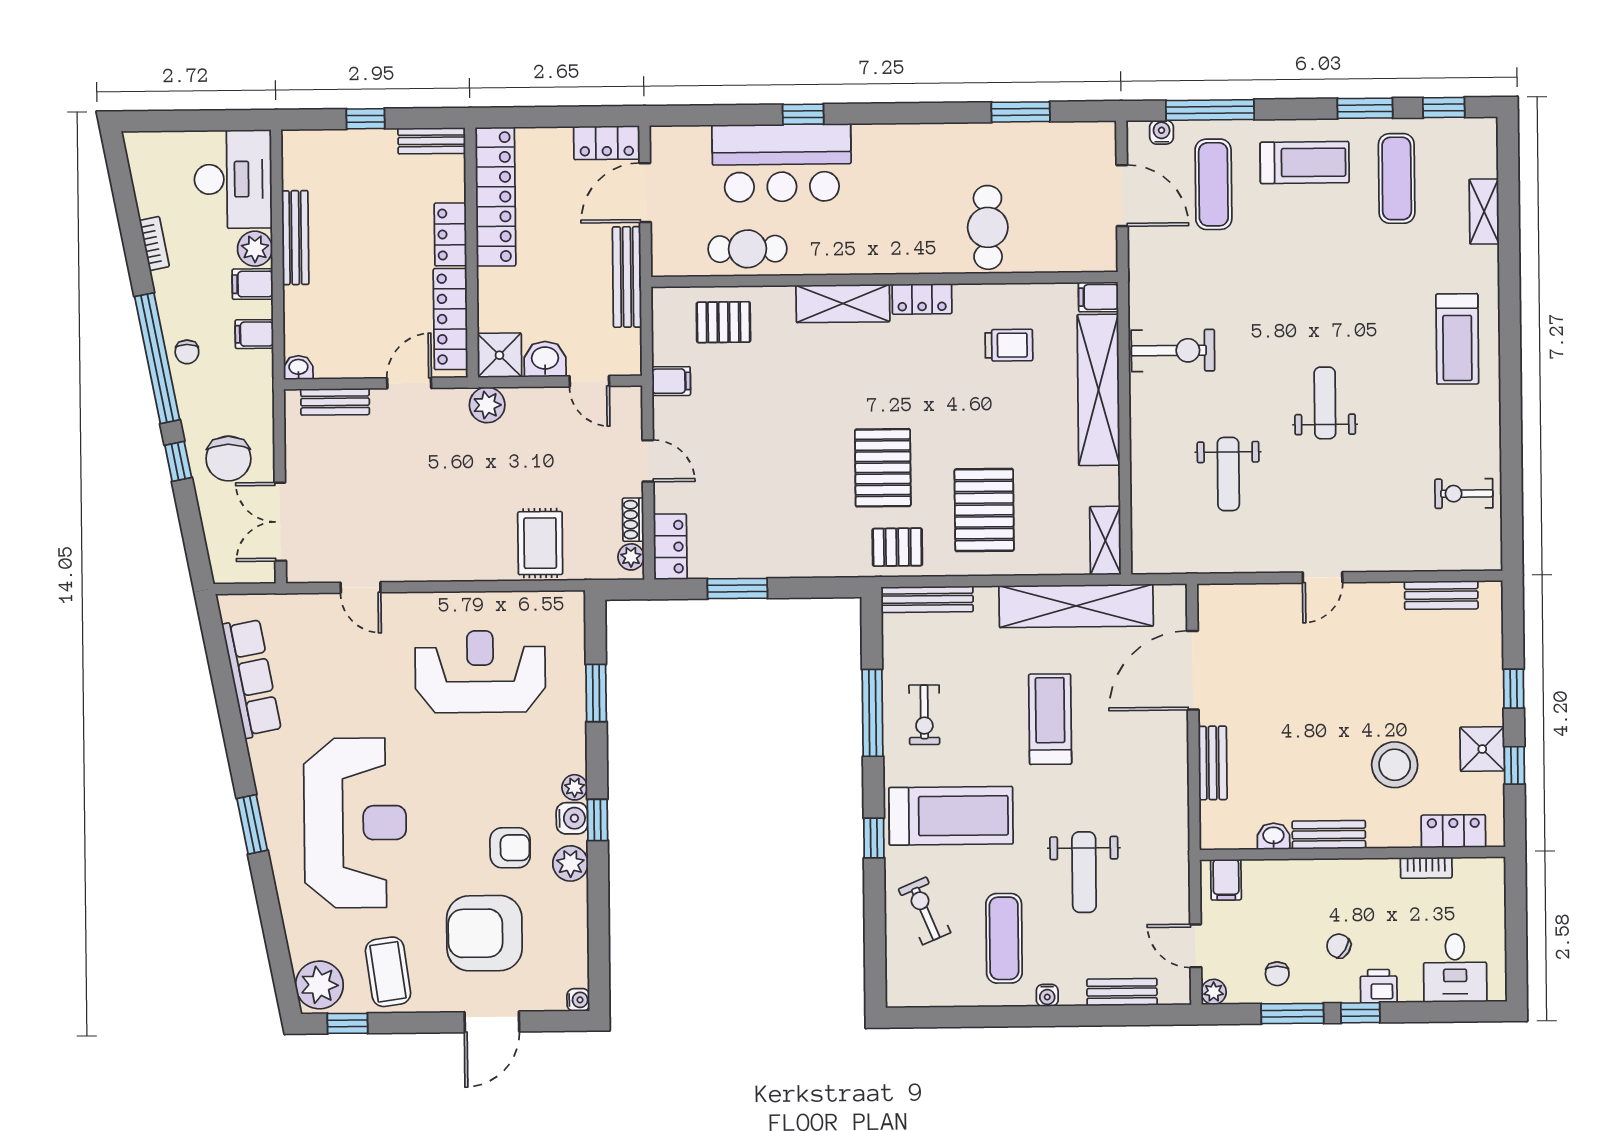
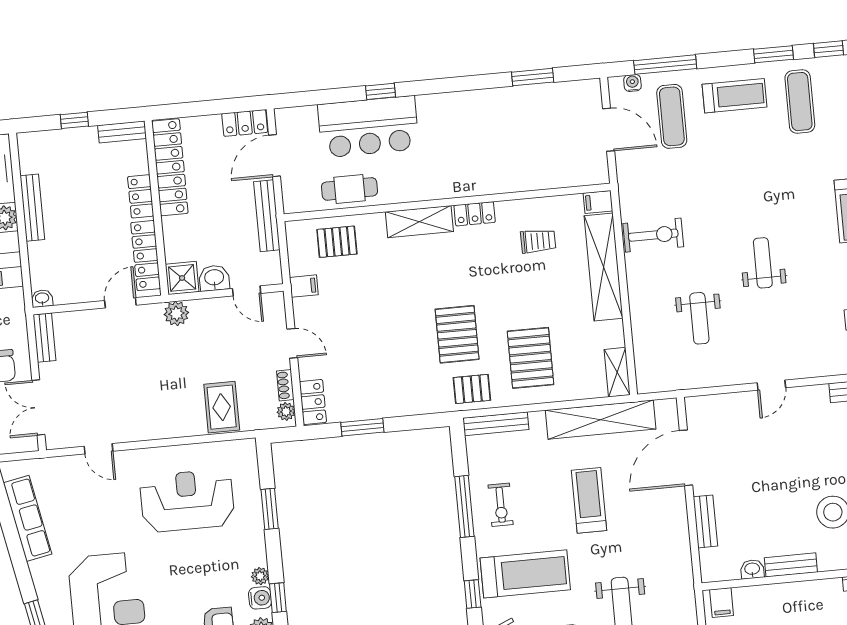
cafe table: (988, 227) -> (516, 160), removed
bench: (335, 402) -> (44, 338), moved, turned 90

